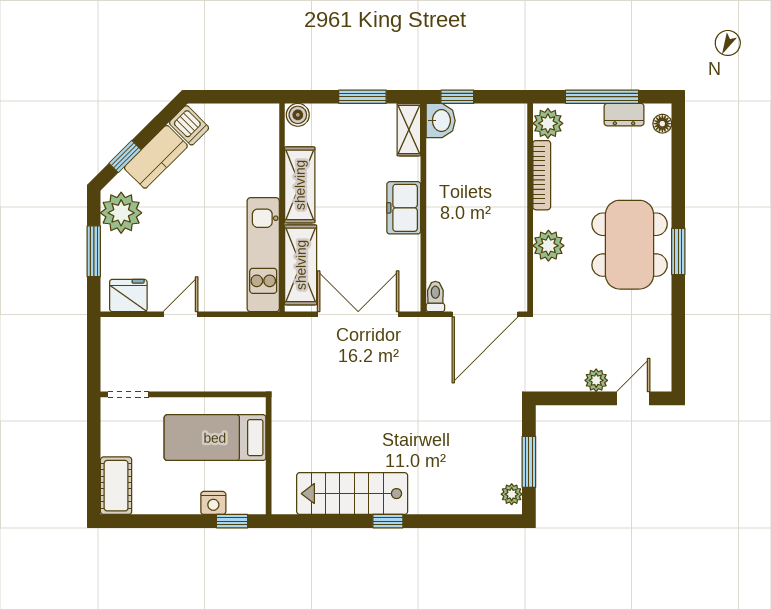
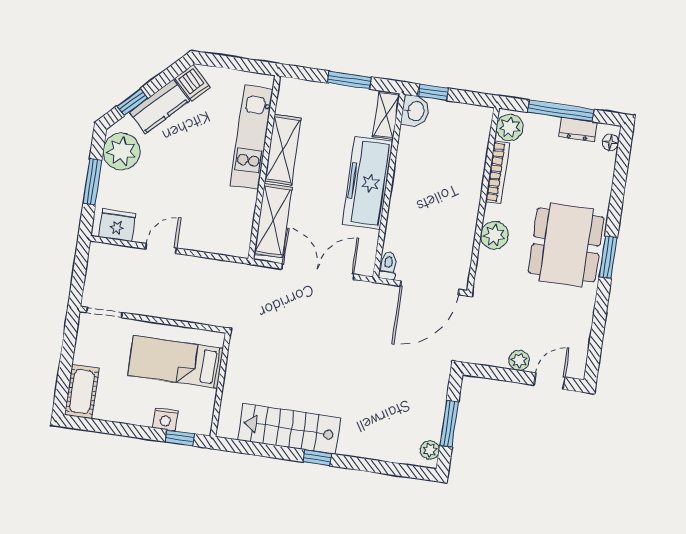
boiler: (298, 115) -> (290, 88), removed
freezer: (404, 208) -> (368, 183), width x1.91, depth x1.26
kitchen unit: (263, 255) -> (252, 137), moved

